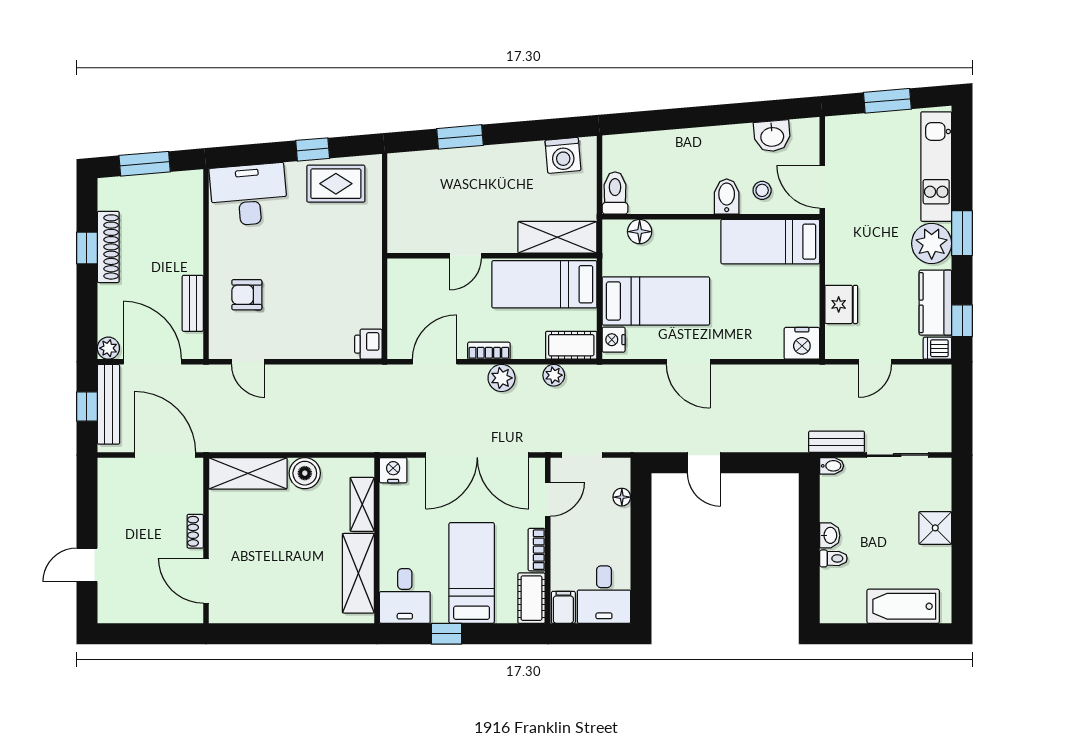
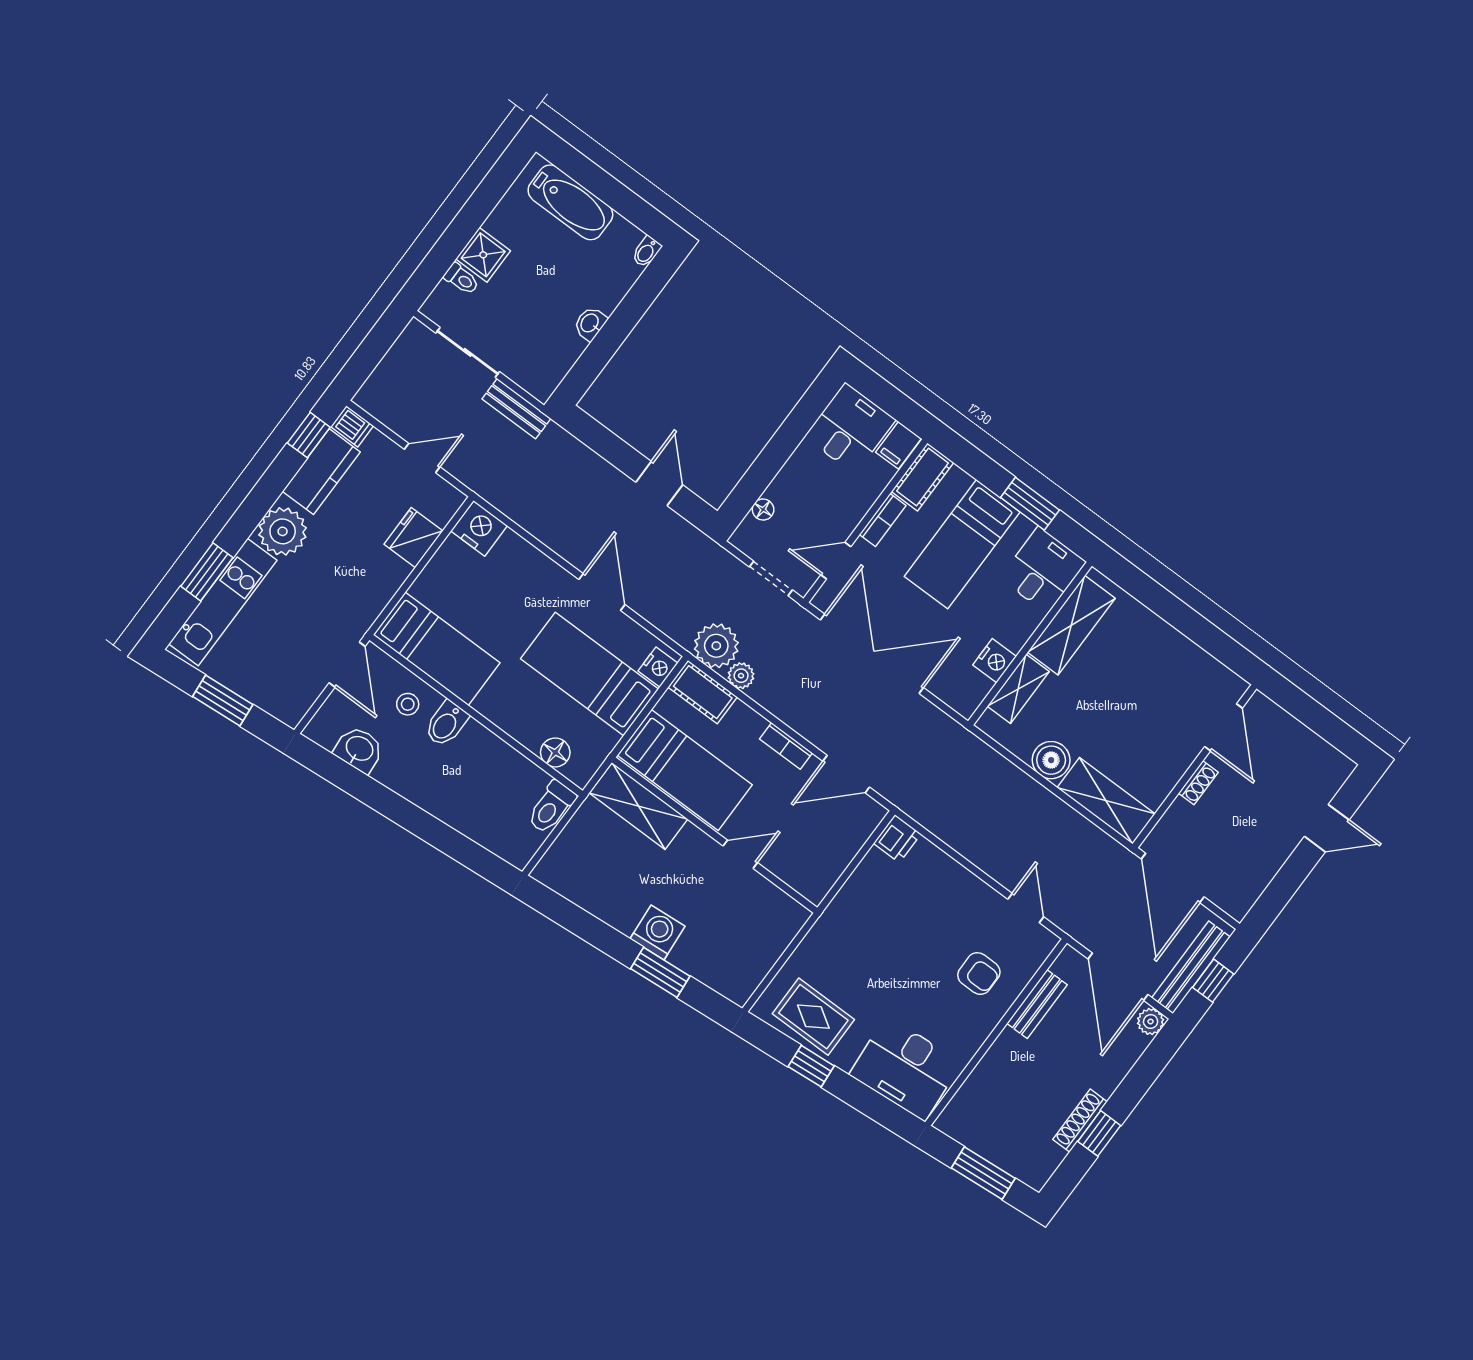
washing machine: (563, 155) -> (657, 932), moved
window: (962, 233) -> (207, 572), moved
shoe rack: (108, 247) -> (1080, 1121), width x0.74, depth x0.81
plant: (502, 378) -> (716, 646), moved, width x1.36, depth x1.36
bidet: (832, 466) -> (647, 252), moved, turned -90
nightstand: (393, 470) -> (995, 661), moved, turned -90
toilet: (833, 558) -> (461, 279), moved, turned 180
window: (446, 634) -> (1030, 504), width x1.50

